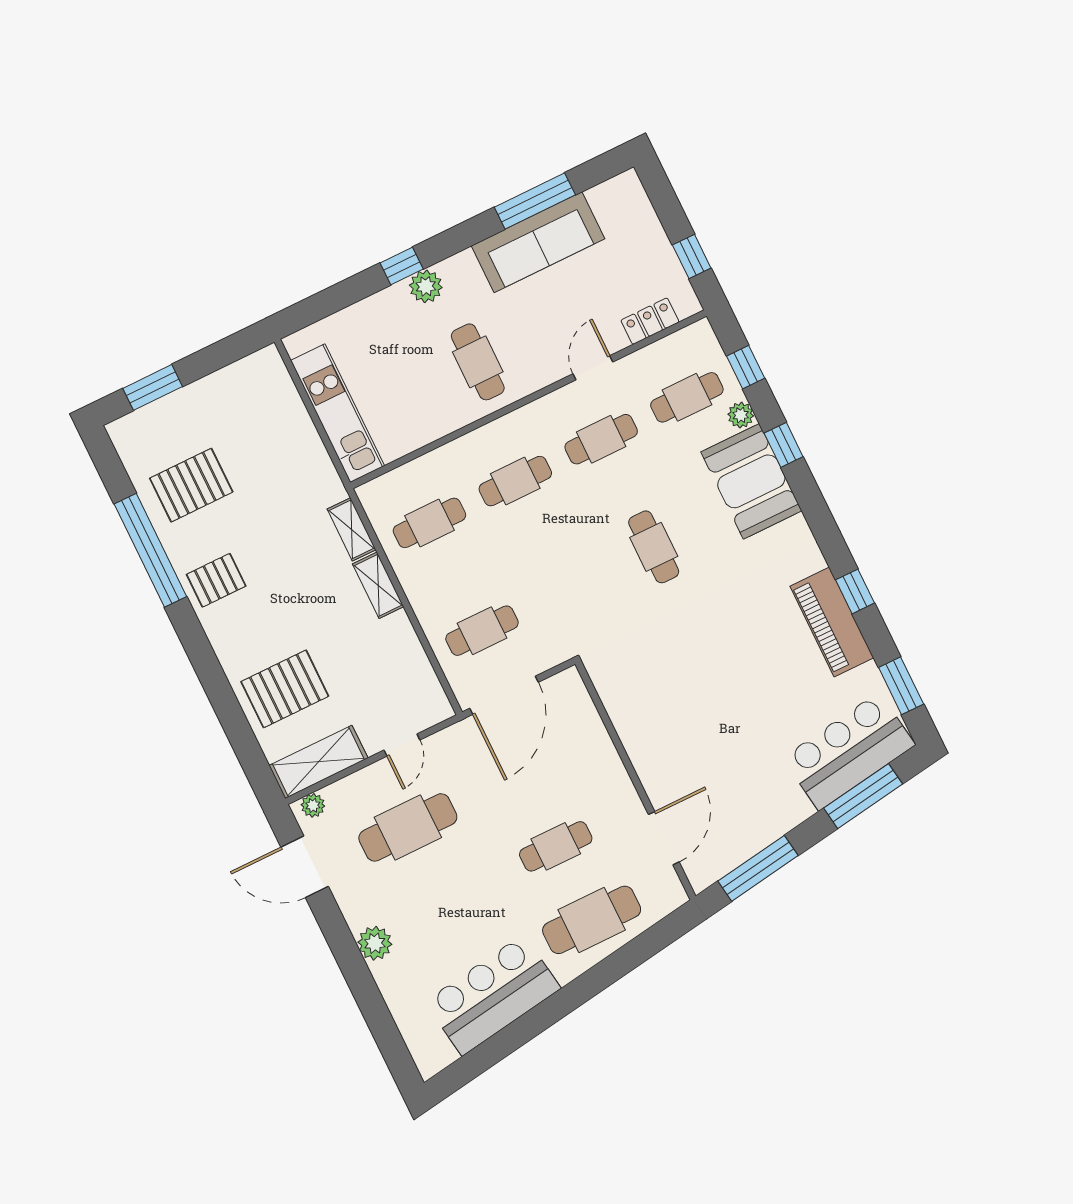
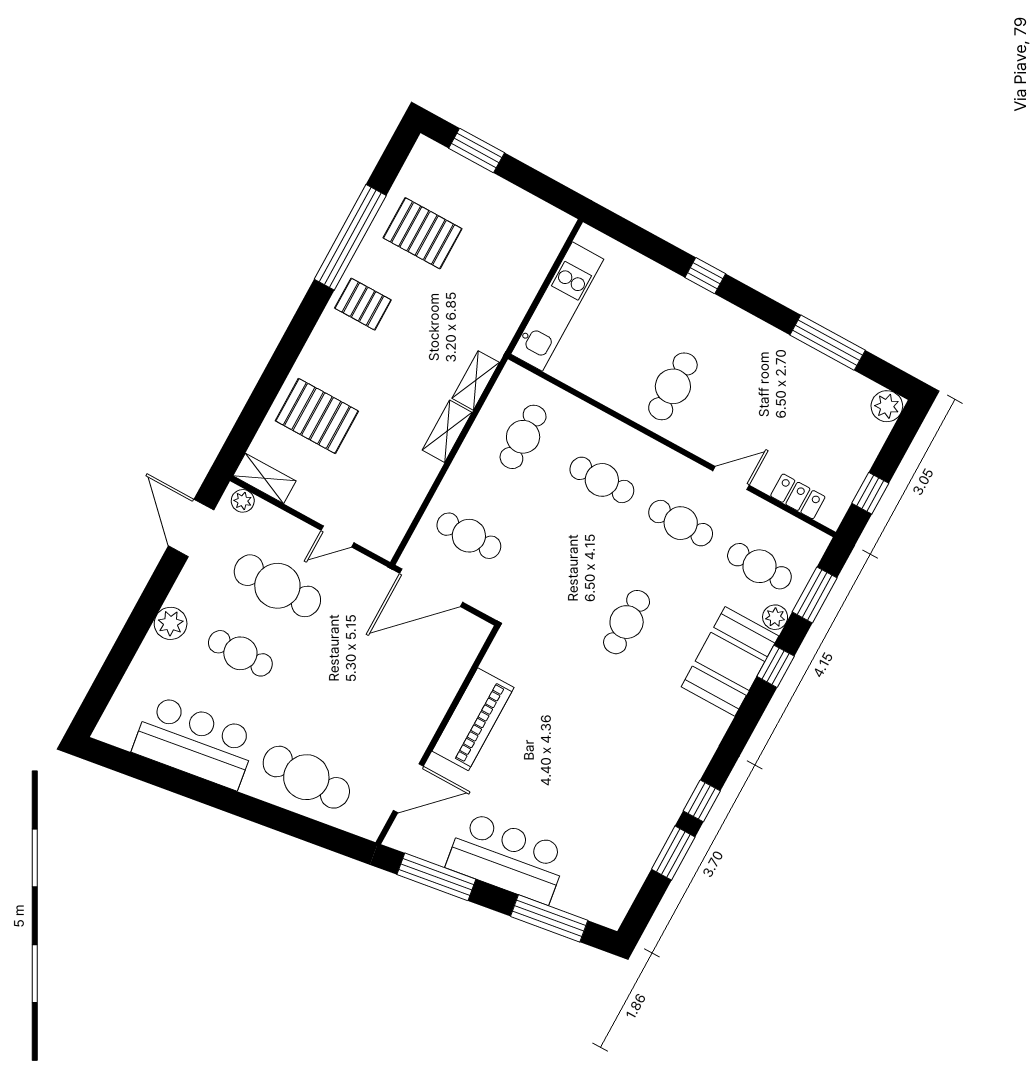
sofa: (538, 242) -> (798, 368), removed
plant: (426, 286) -> (887, 406), moved
window: (746, 367) -> (815, 595), width x1.50
cafe table: (429, 523) -> (523, 437), turned 90
piano: (832, 622) -> (473, 719), moved, turned 180
window: (901, 686) -> (673, 853), moved
bar counter: (849, 751) -> (507, 858), moved
shelving: (318, 762) -> (264, 478), width x0.67, depth x0.75
cafe table: (556, 846) -> (240, 653), moved

